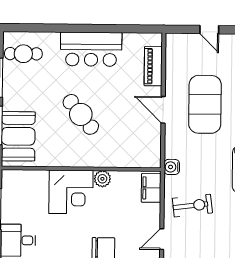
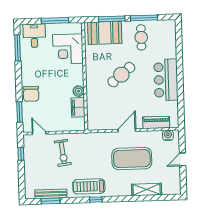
cafe table: (23, 54) -> (141, 37), moved
water cooler: (172, 167) -> (168, 135), moved
filing cabinet: (151, 188) -> (78, 107), moved, turned -90
corner desk: (71, 192) -> (68, 49), moved

